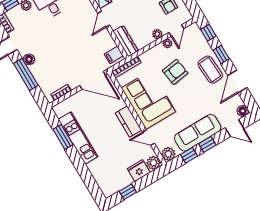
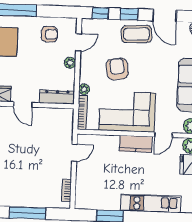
door: (176, 30) -> (78, 42), hinge flipped
plant: (167, 43) -> (84, 89), moved
filing cabinet: (114, 55) -> (63, 117), removed
floor lamp: (29, 59) -> (15, 201), removed
door: (93, 80) -> (74, 153), width x0.53
kitchen unit: (78, 138) -> (151, 203), moved

